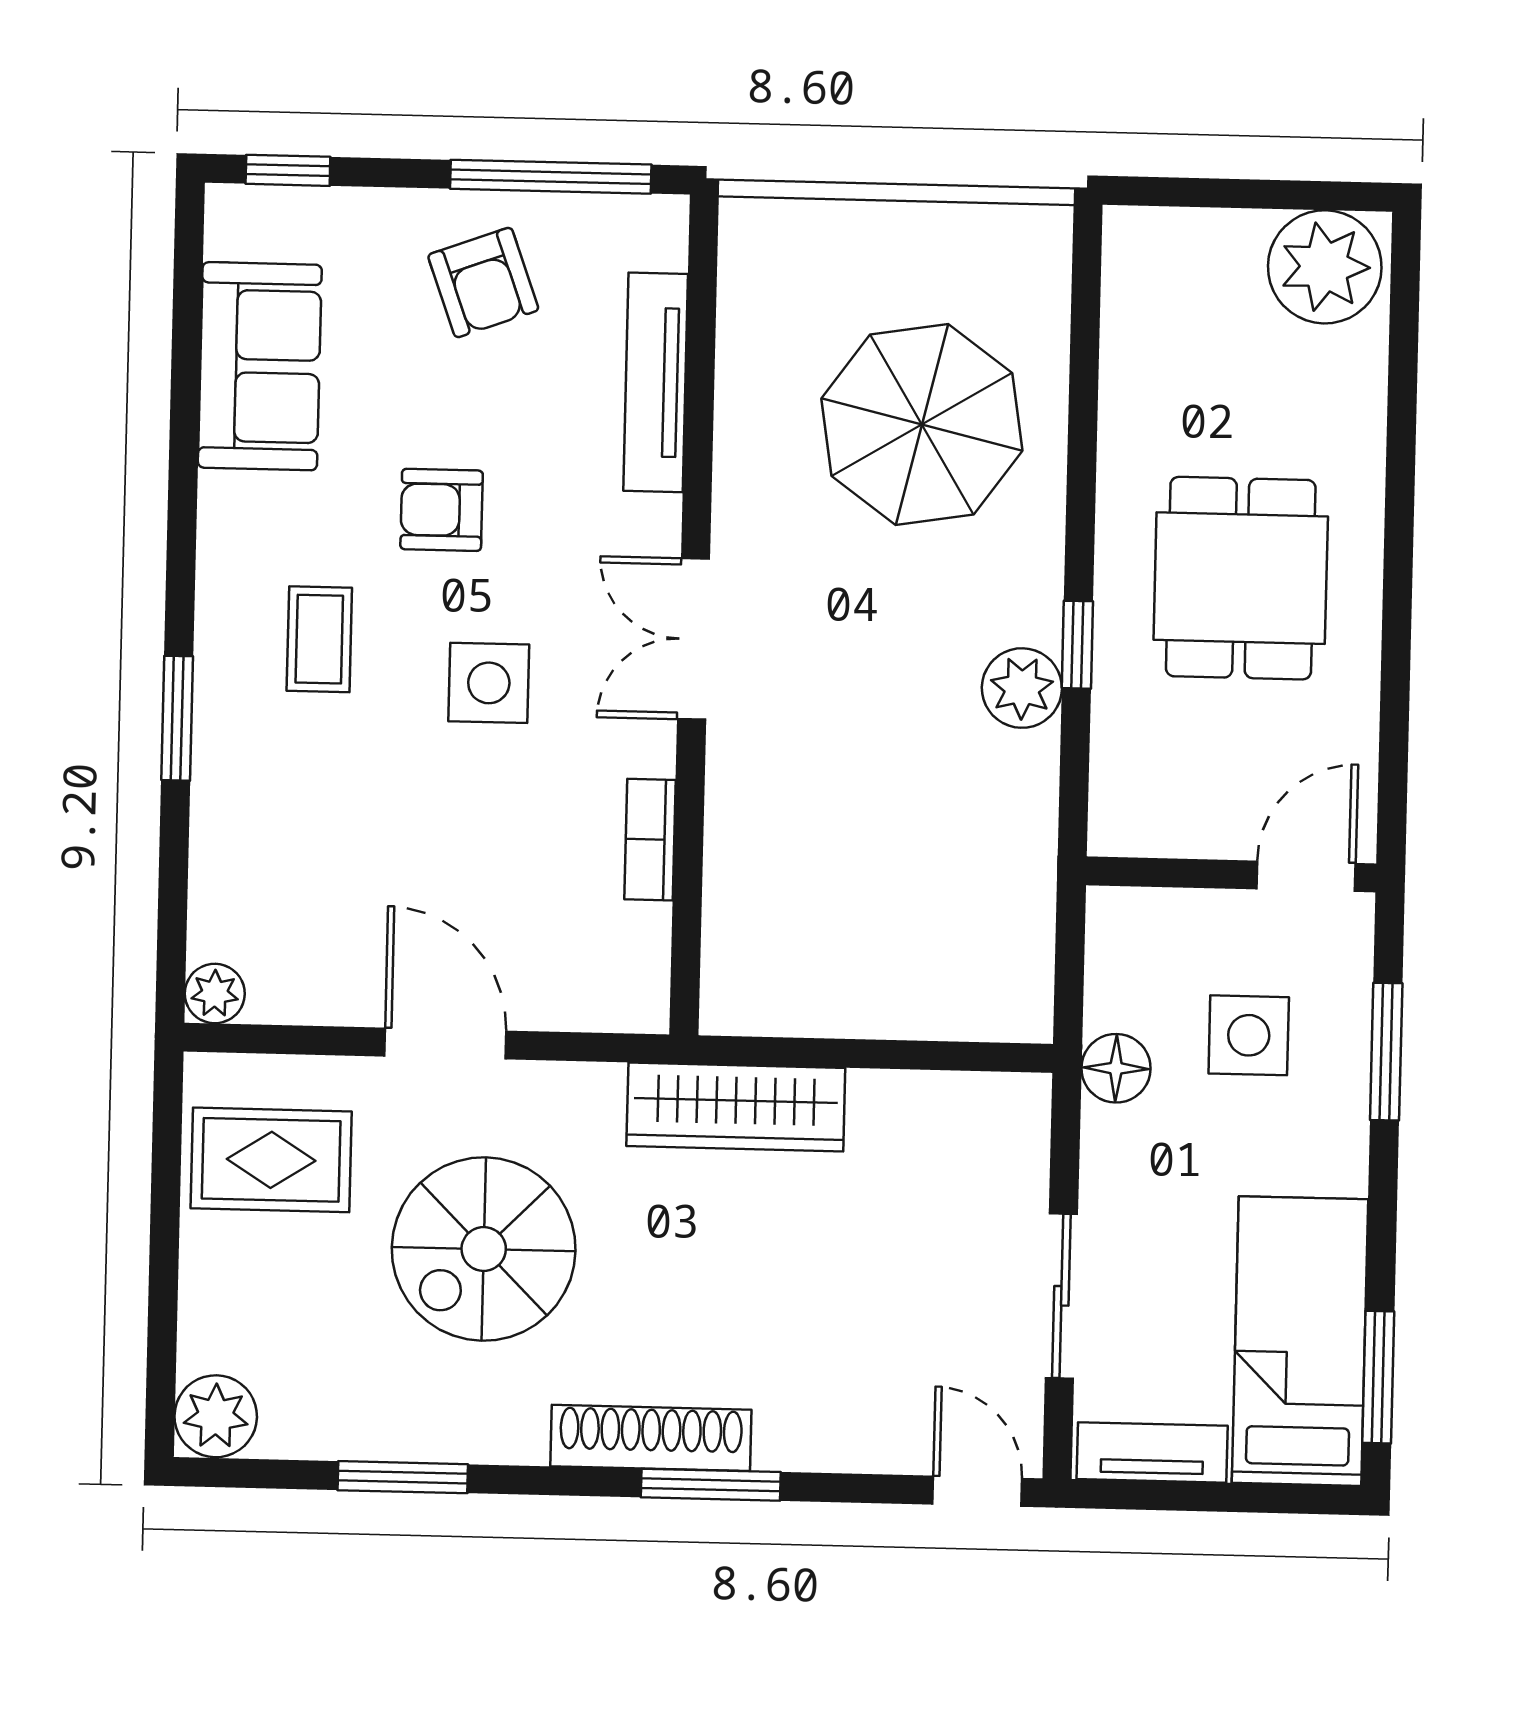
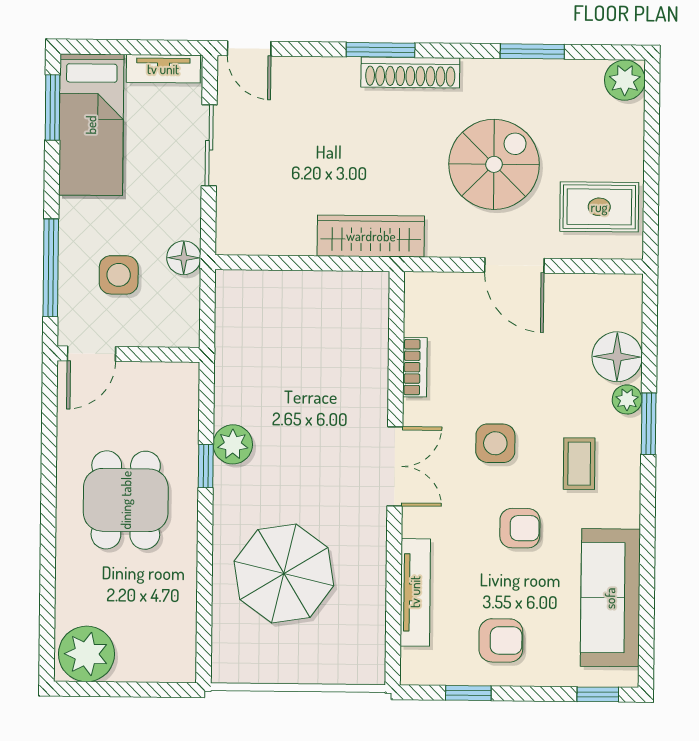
window: (551, 177) -> (468, 693), width x0.46
armchair: (483, 282) -> (501, 640), turned 110
sofa: (260, 366) -> (610, 598), width x1.36
floor lamp: (239, 855) -> (617, 357), added
plant: (215, 994) -> (627, 399), moved
window: (1386, 1052) -> (51, 268), width x1.44

